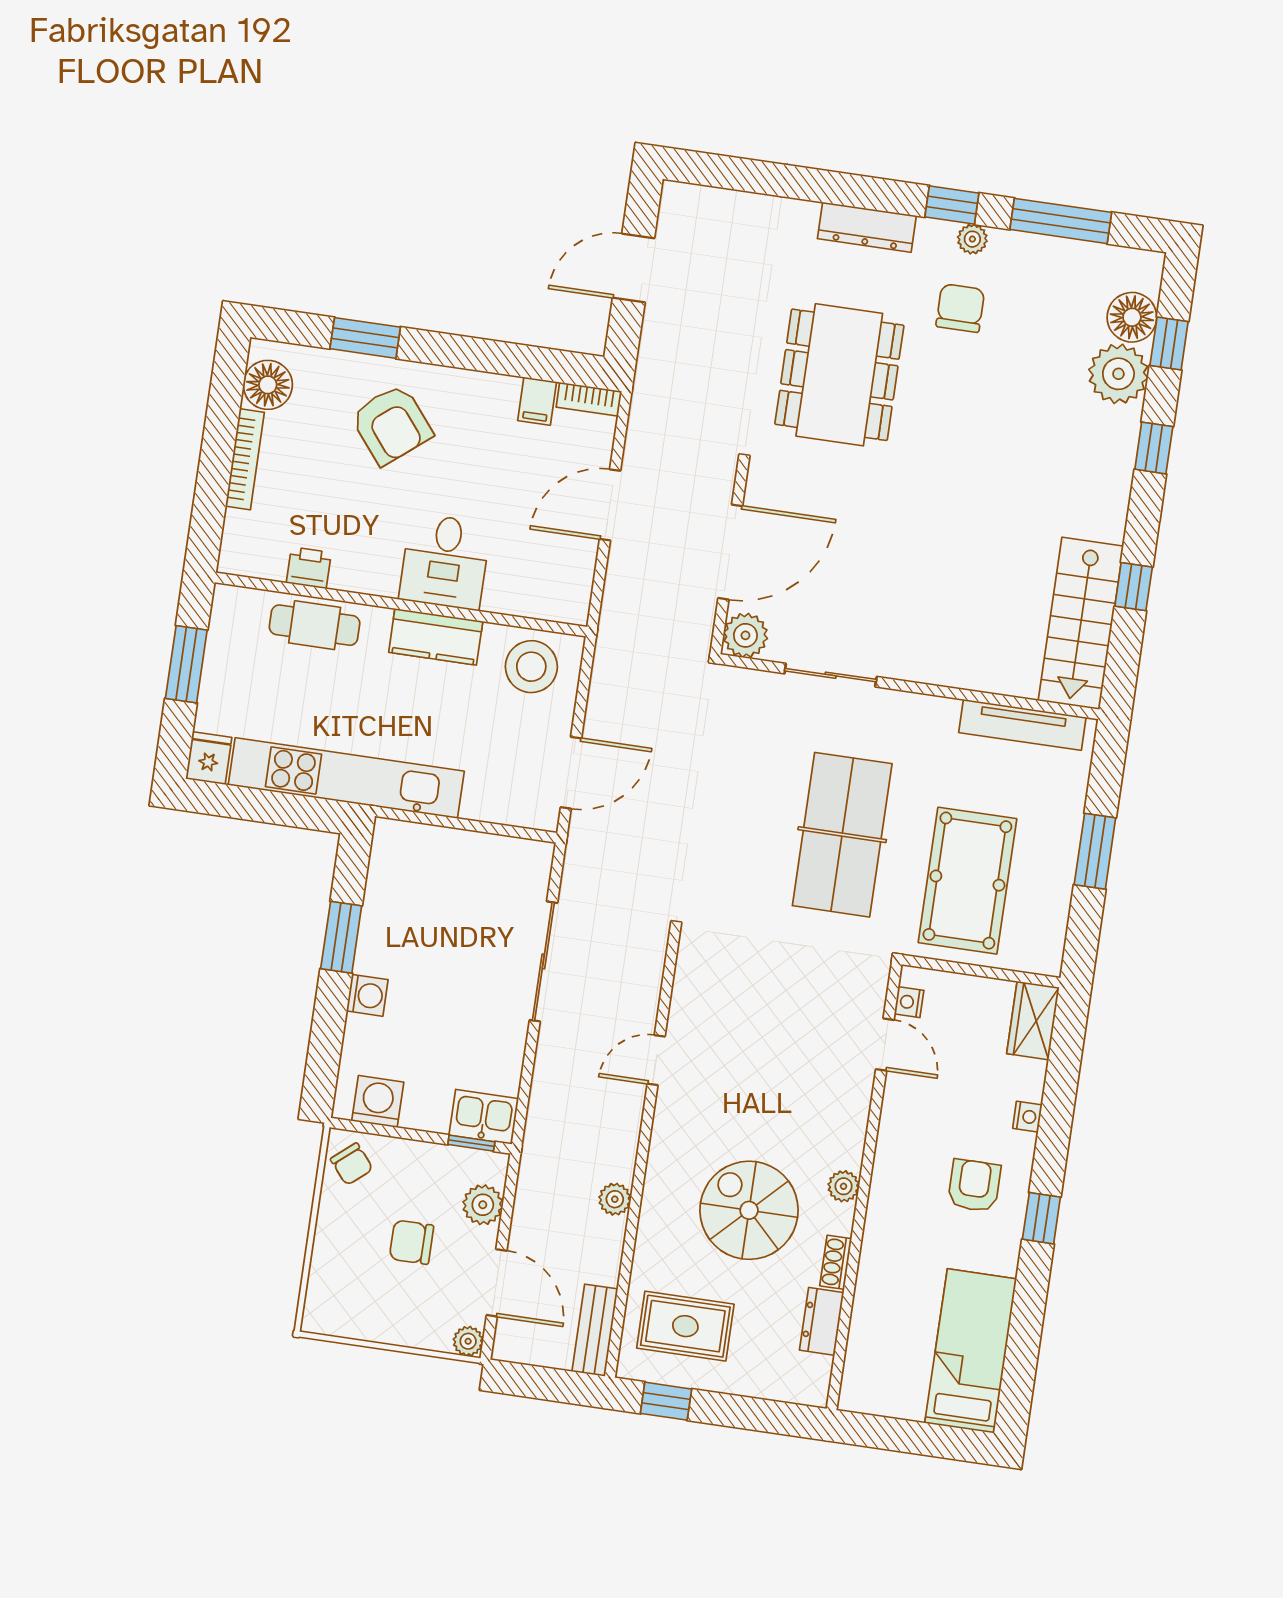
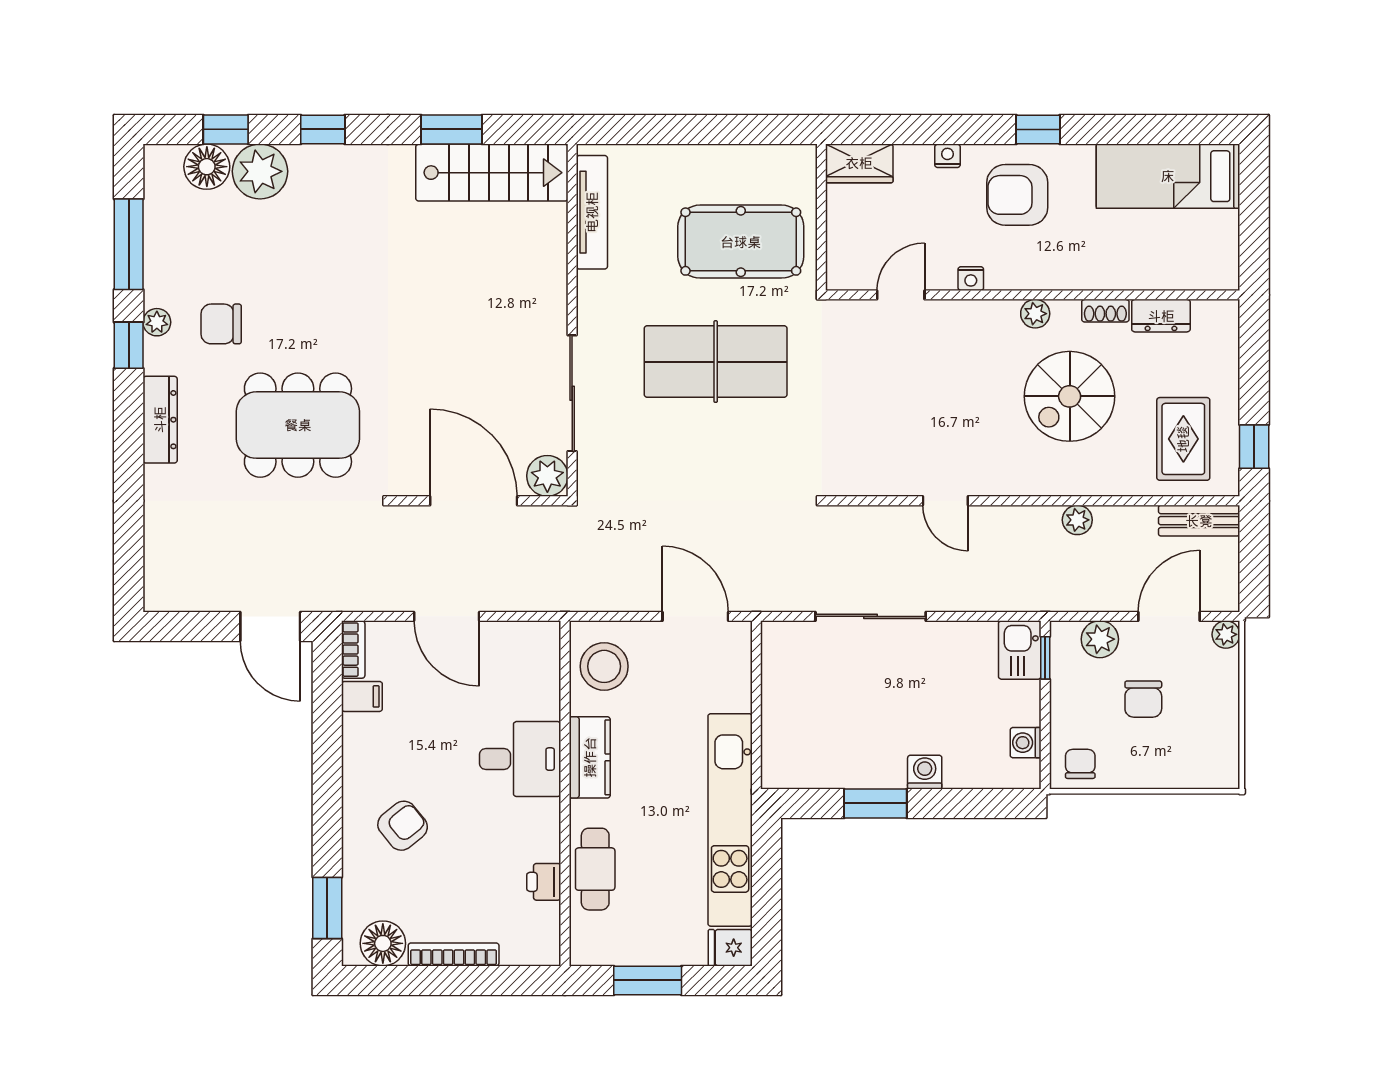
door: (633, 268) -> (270, 626), moved
window: (365, 338) -> (327, 908), moved
armchair: (392, 425) -> (403, 826), width x0.72, depth x0.72
window: (1134, 587) -> (451, 129), width x1.50
sliding door: (831, 675) -> (572, 393), width x1.37
window: (1095, 851) -> (697, 129), removed
nightstand: (909, 1002) -> (971, 279), moved
washing machine: (378, 1101) -> (1026, 743), width x0.73, depth x0.73
chair: (352, 1164) -> (1080, 764), turned -50
armchair: (974, 1186) -> (1017, 195), width x1.38, depth x1.38

